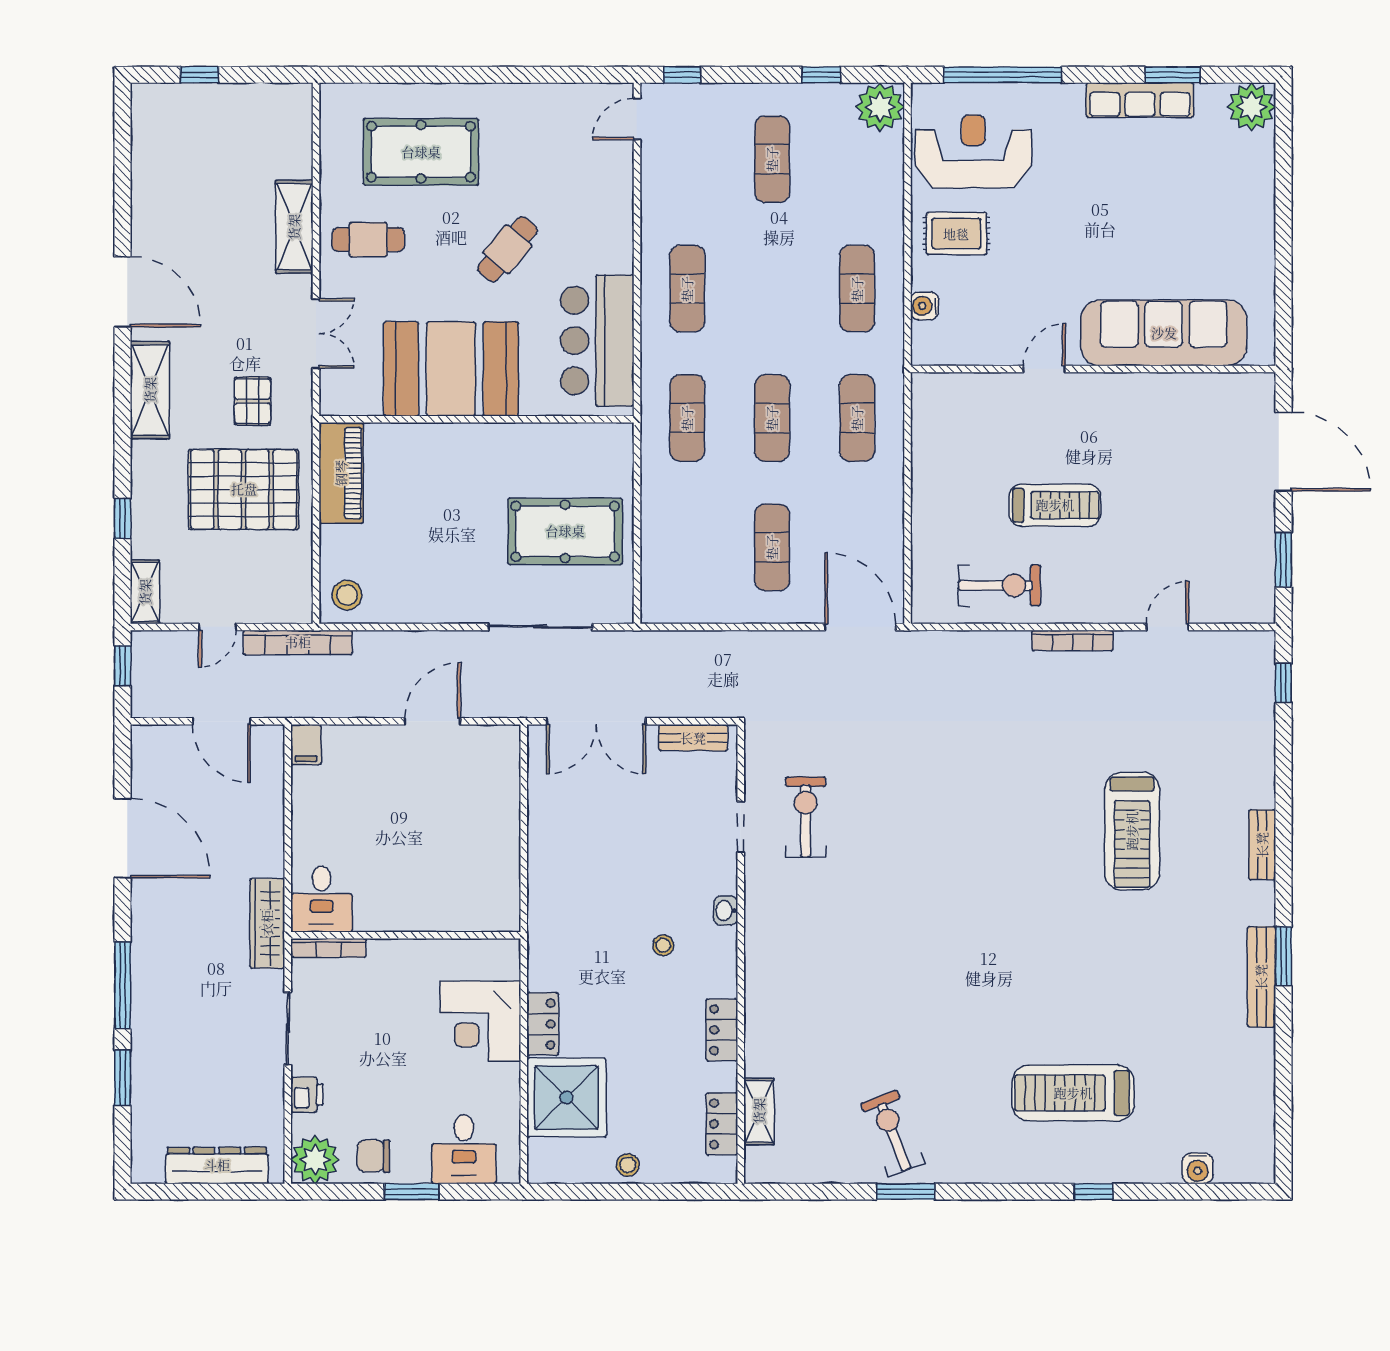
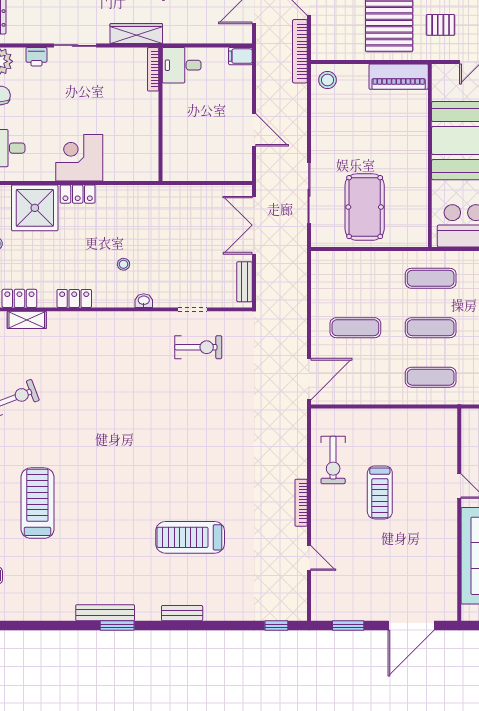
desk: (322, 899) -> (182, 65), moved
wall: (406, 935) -> (161, 114), moved
bookcase: (329, 948) -> (153, 69), moved

